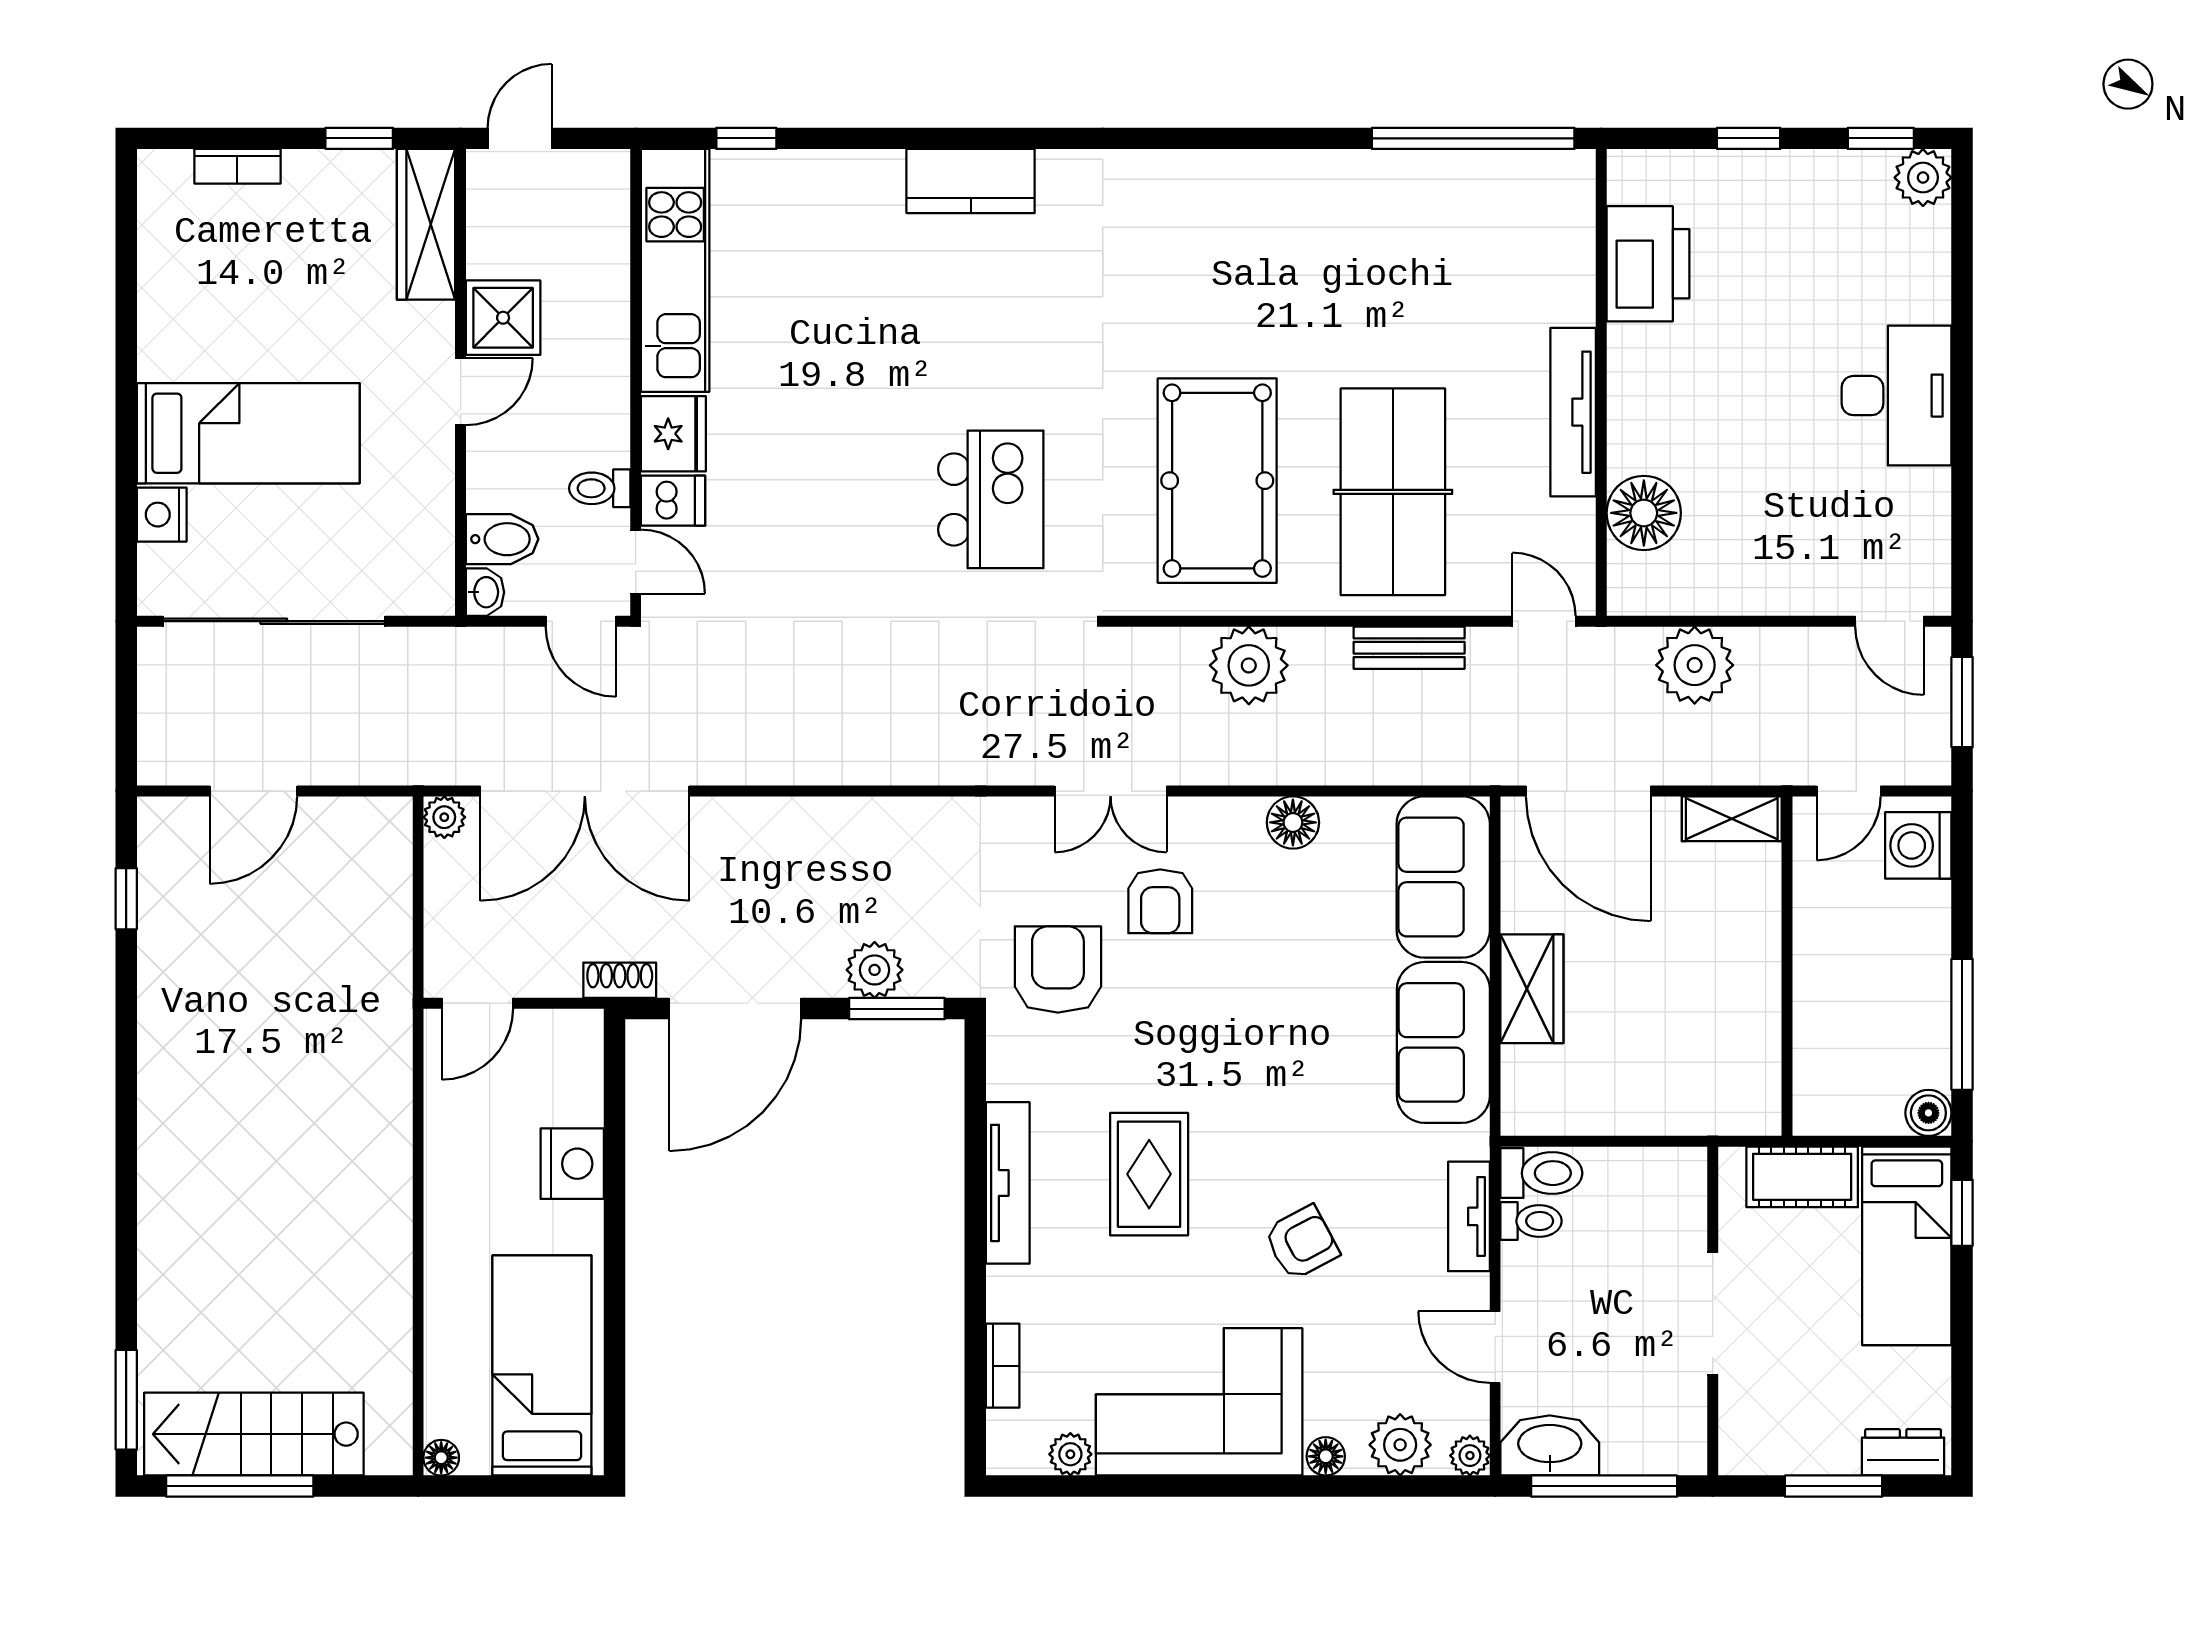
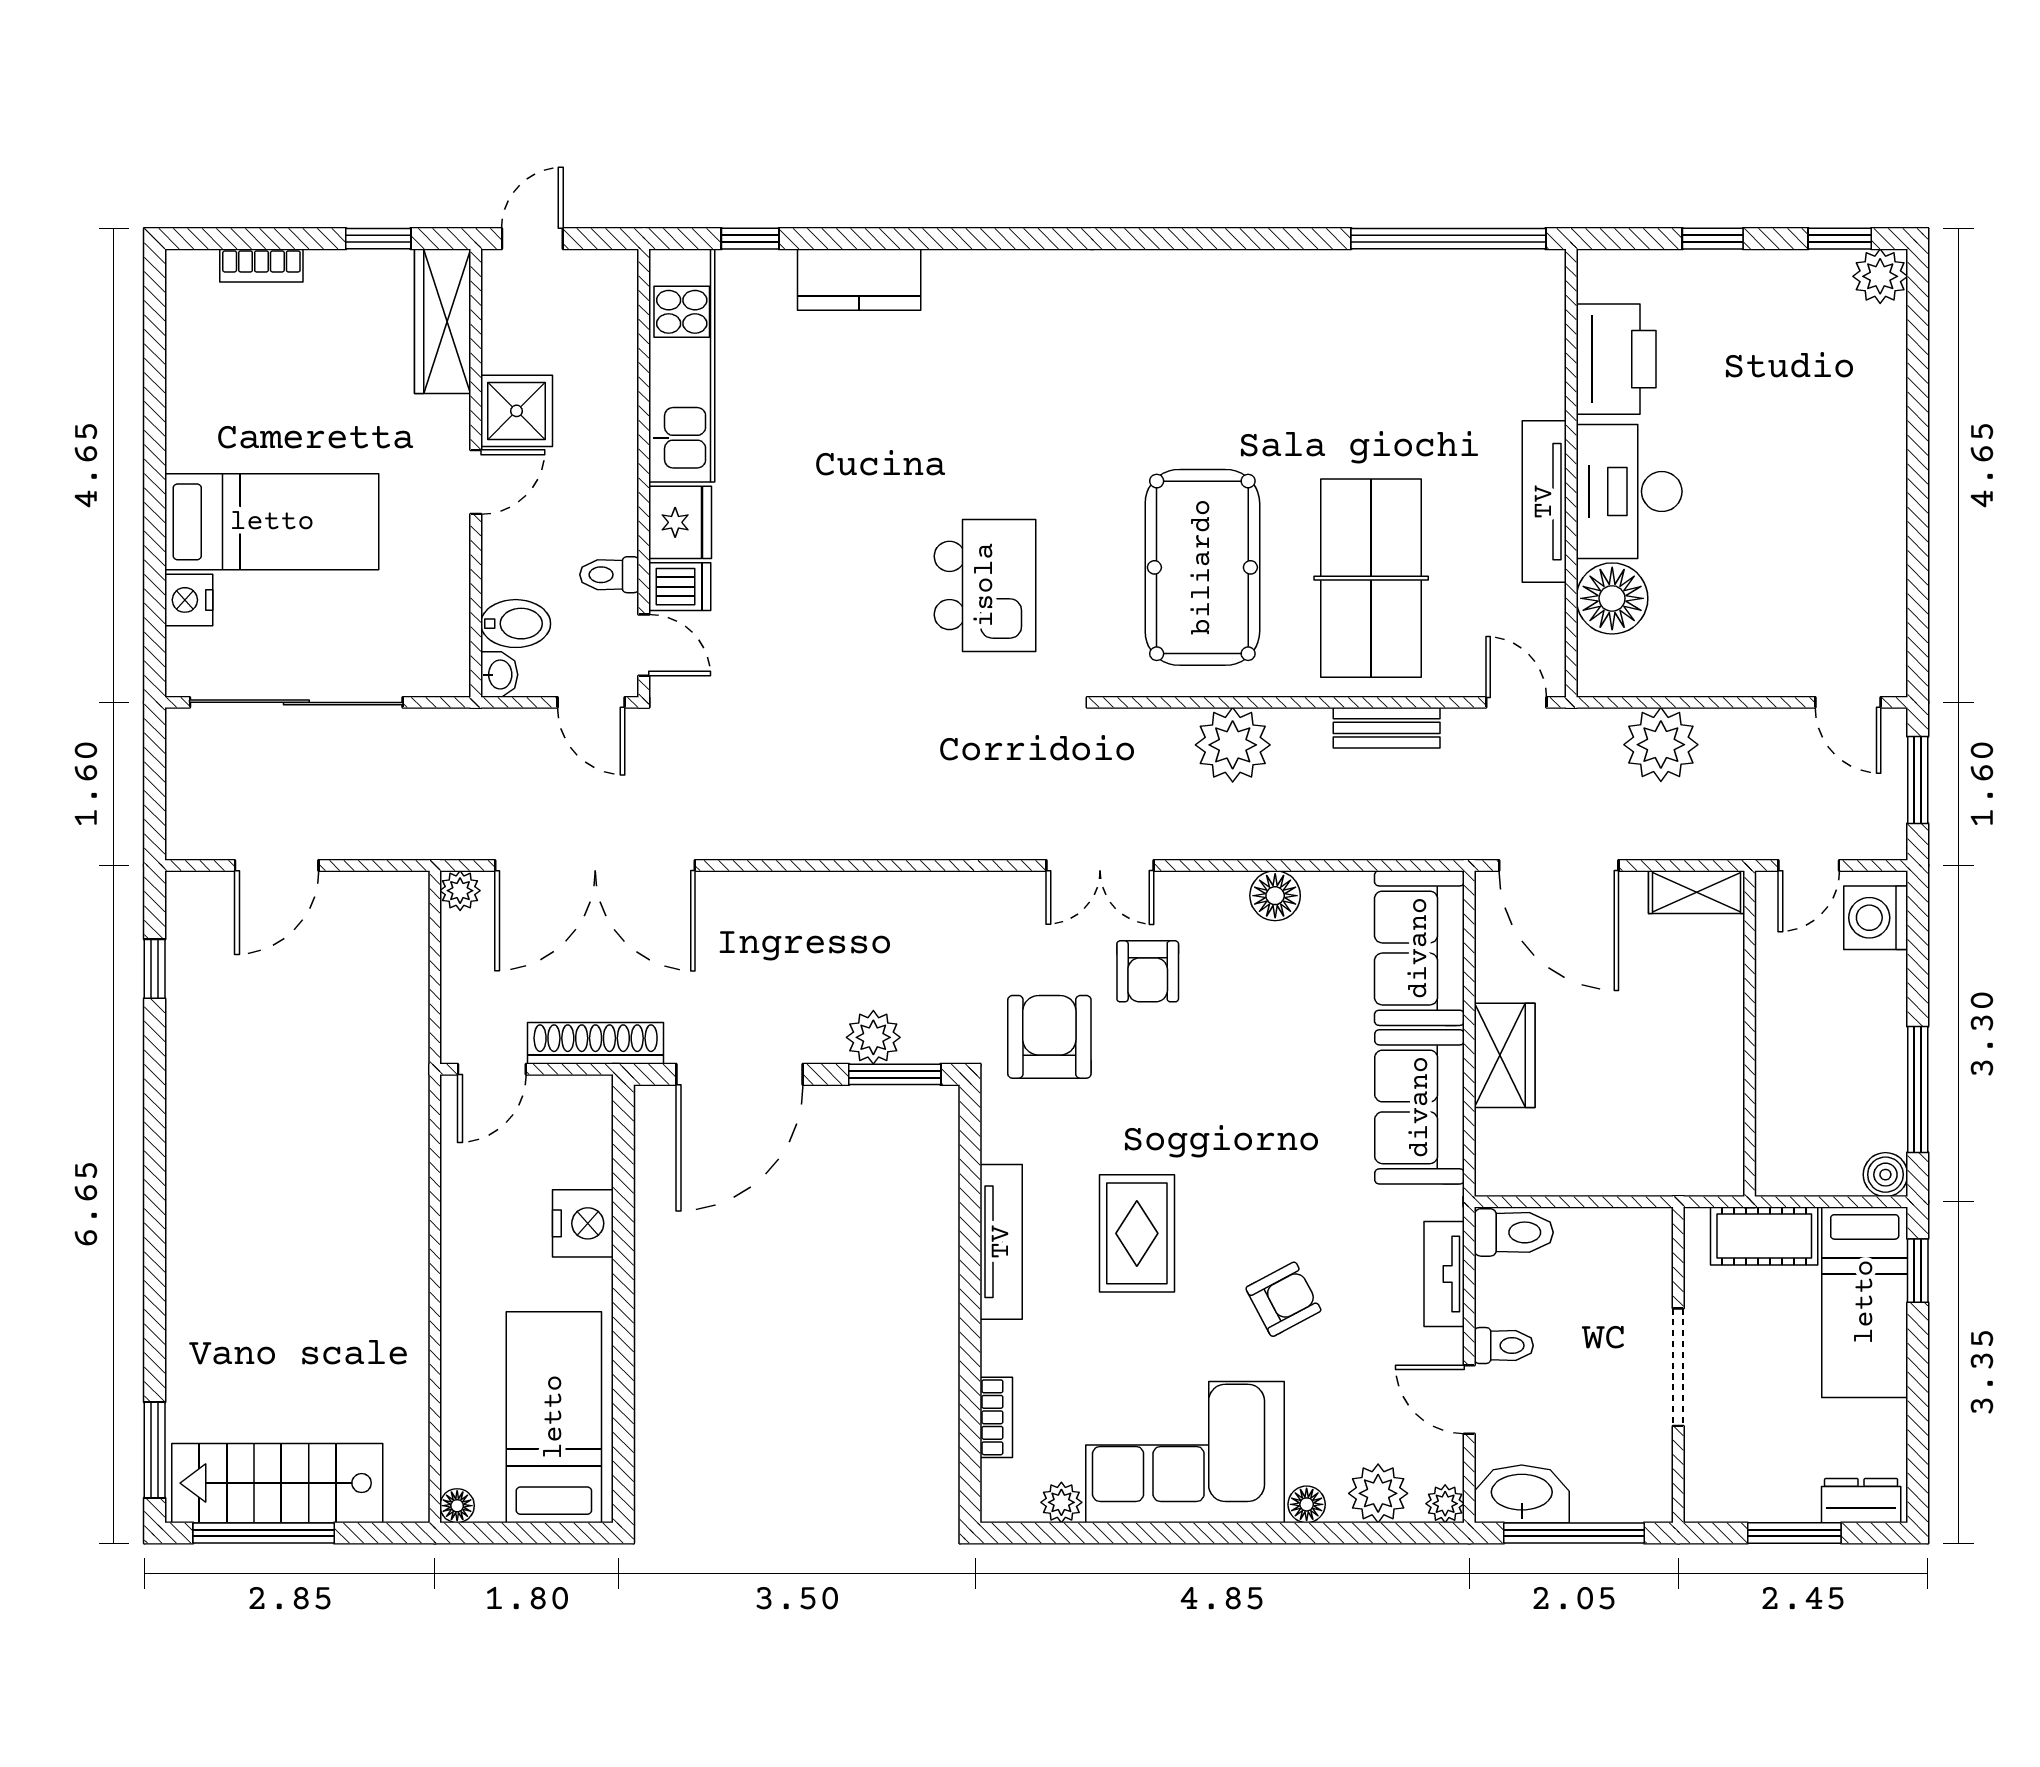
kitchen counter: (971, 181) -> (859, 280), moved
desk: (1897, 396) -> (1629, 492), moved, turned 180
shoe rack: (620, 980) -> (596, 1043), width x1.94, depth x1.24
toilet: (1531, 1221) -> (1504, 1346), moved

